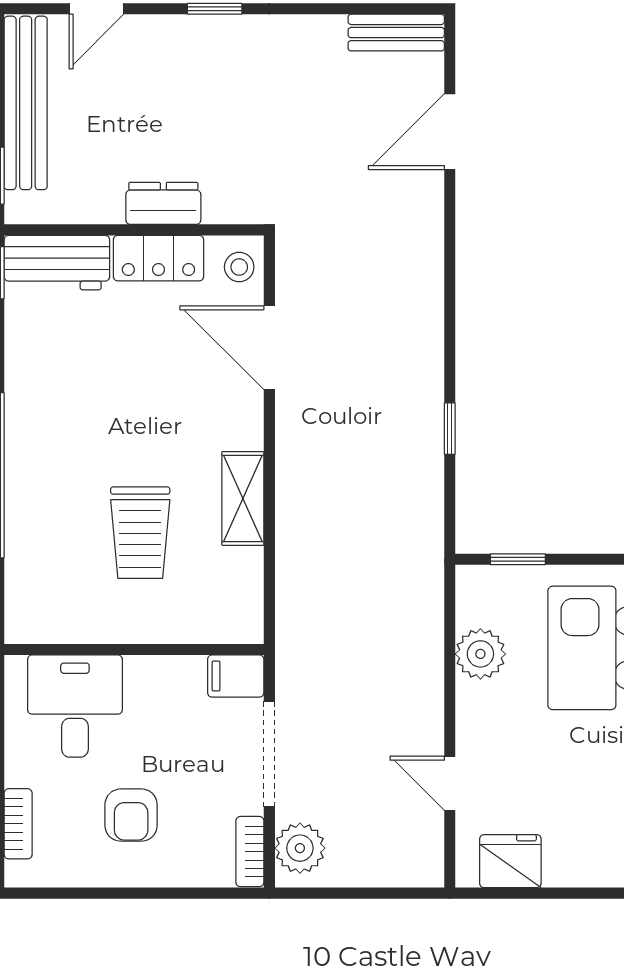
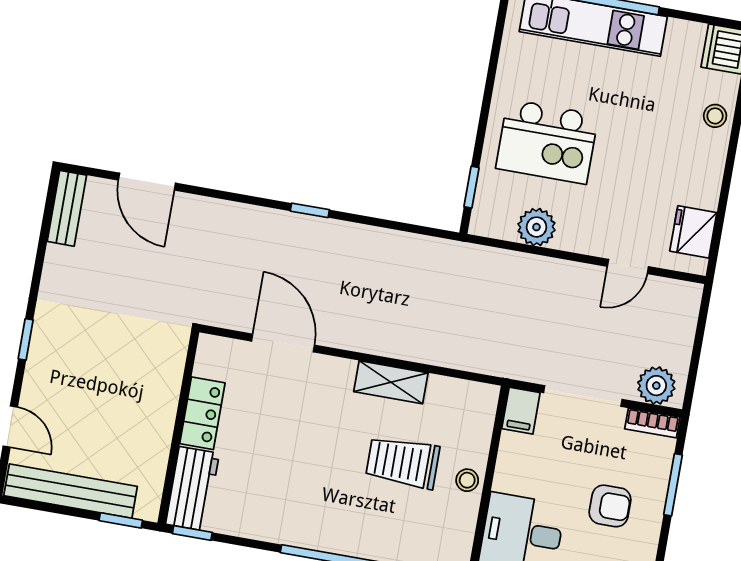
dresser: (163, 203) -> (163, 403), removed
stool: (239, 267) -> (467, 480), moved
door: (269, 348) -> (283, 343), swing flipped
window: (450, 429) -> (310, 210), moved
trolley: (140, 533) -> (403, 462), turned 180
window: (174, 893) -> (673, 485), added

